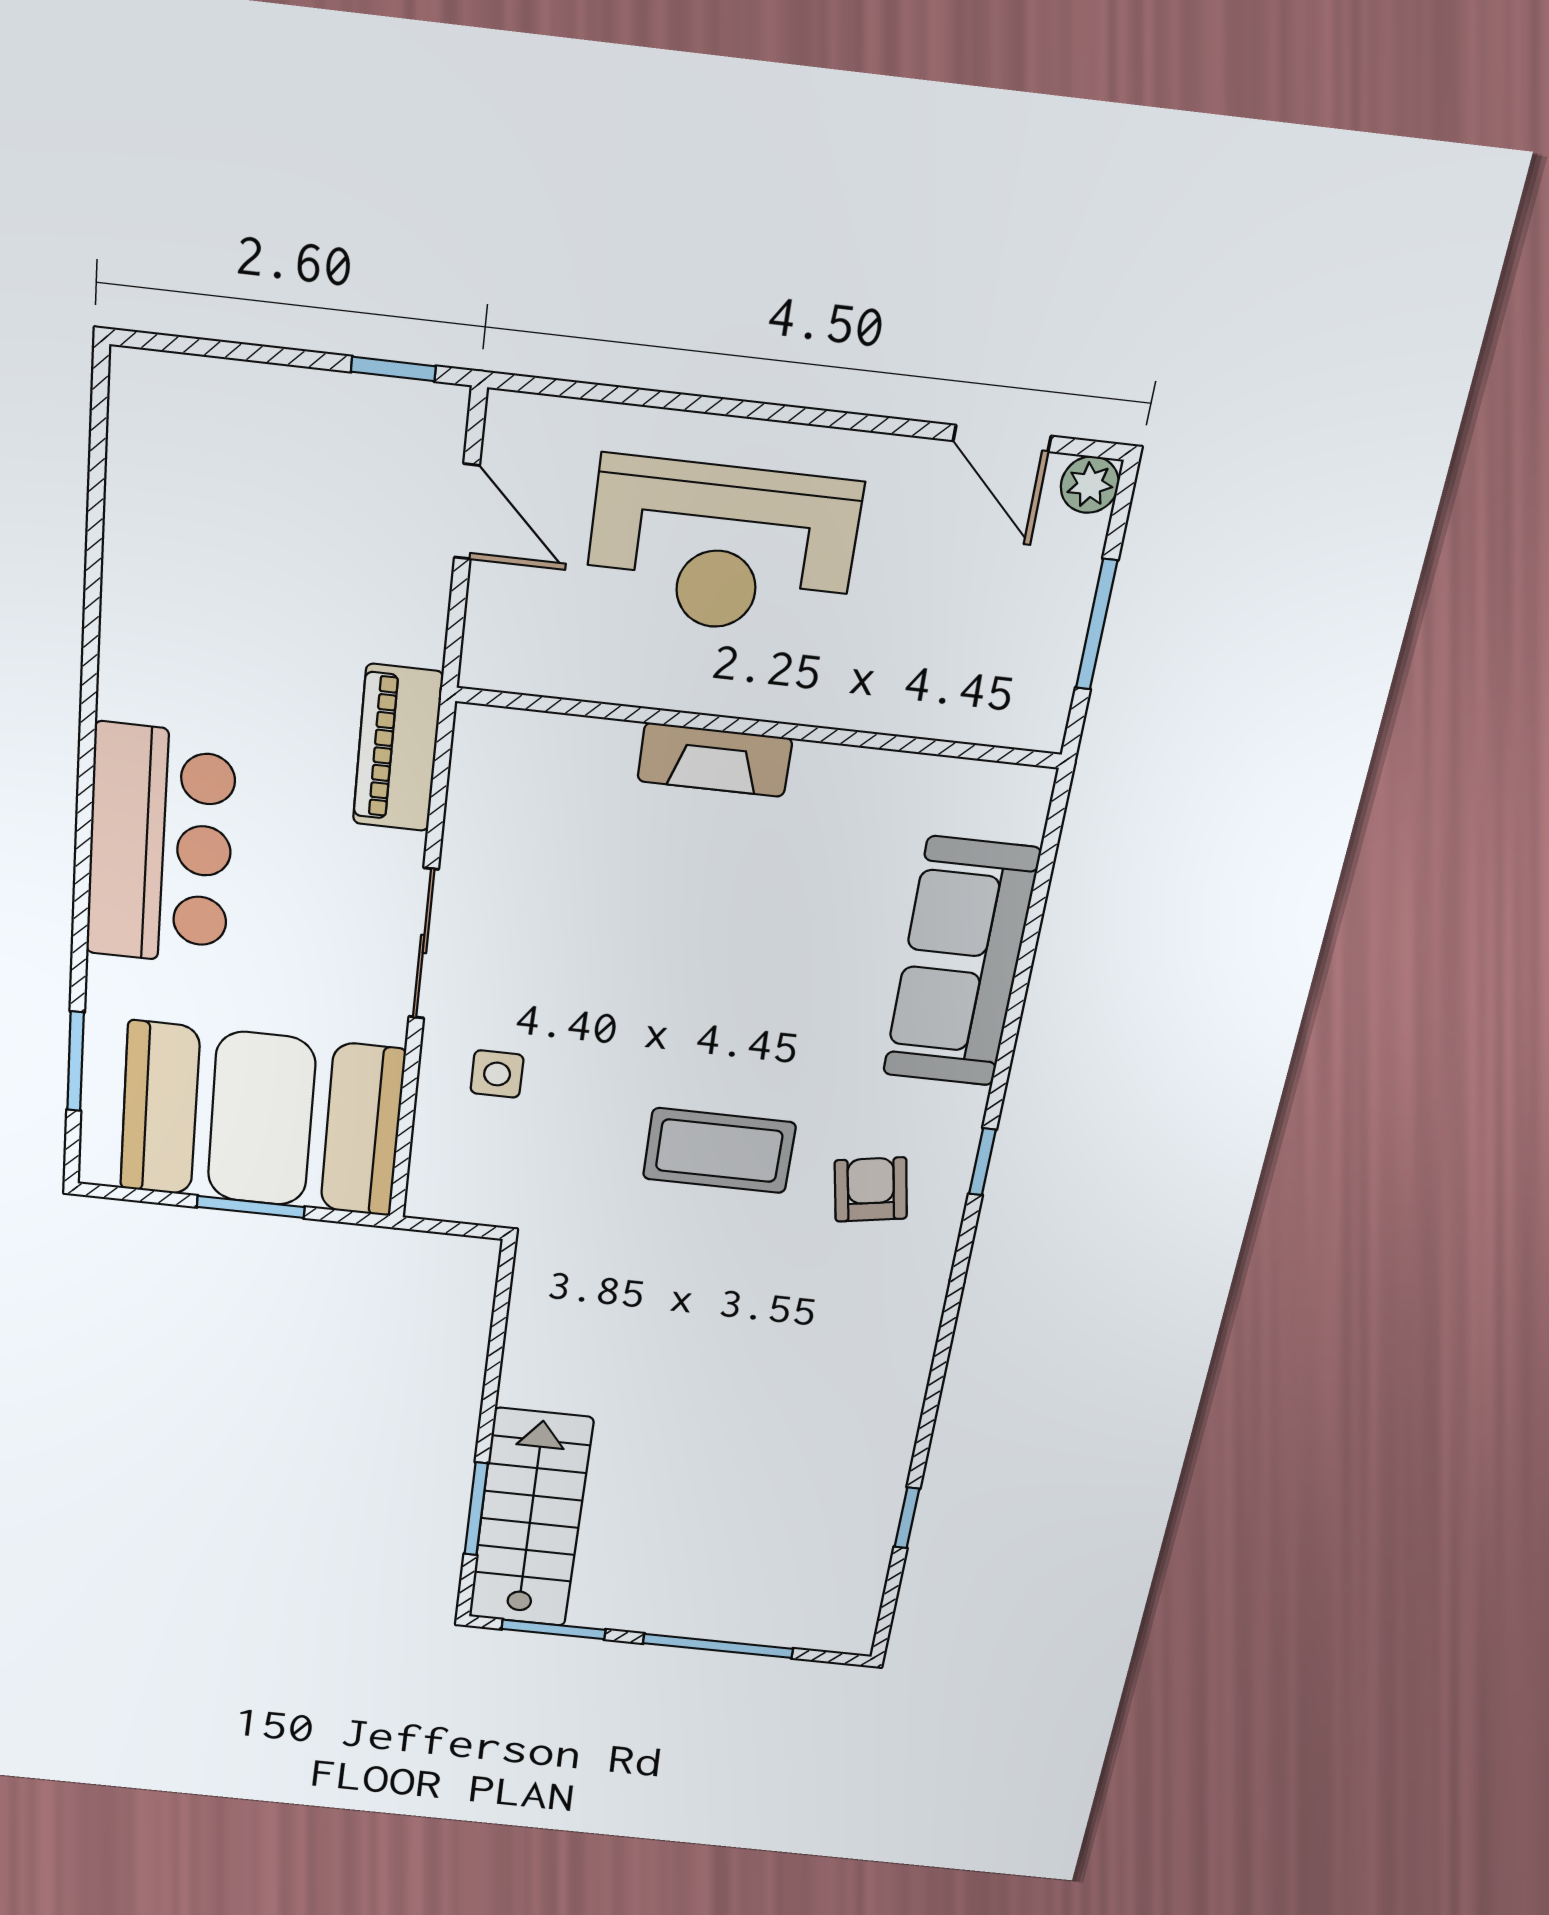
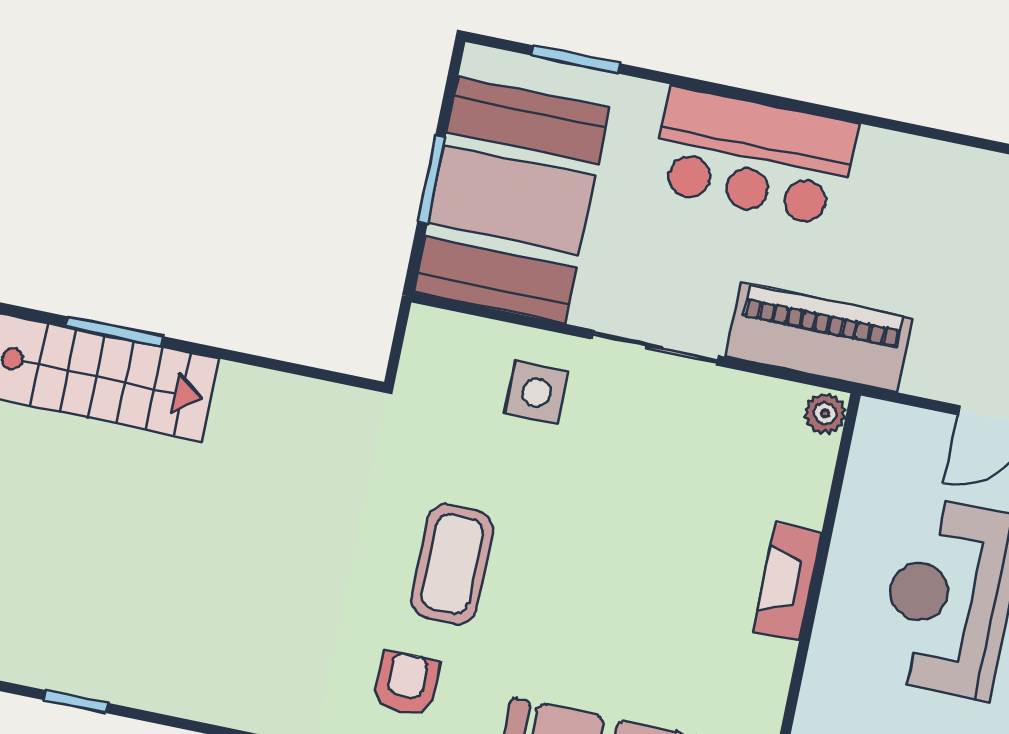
plant: (486, 731) -> (825, 413), added
piano: (398, 748) -> (819, 337), width x1.37, depth x1.33
side table: (497, 1074) -> (536, 393), width x1.37, depth x1.37
armchair: (871, 1190) -> (406, 683), turned -80

